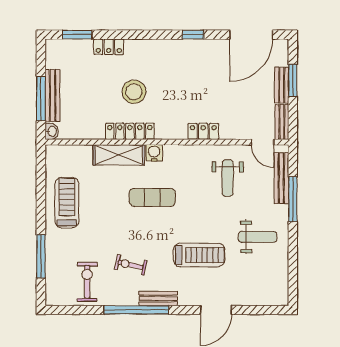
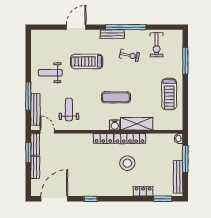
window: (293, 80) -> (28, 152), moved
bench: (52, 96) -> (178, 177), moved
locker: (203, 131) -> (103, 138), moved

